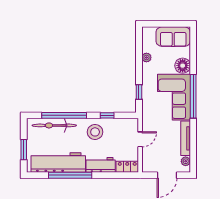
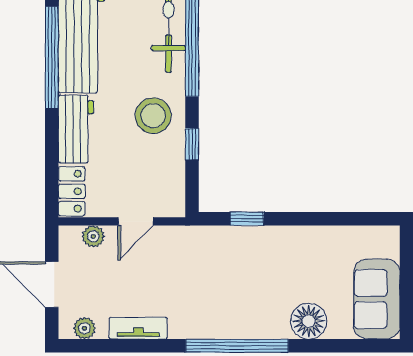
plant: (146, 58) -> (93, 236), moved
corner sofa: (174, 97) -> (235, 301), removed
tv unit: (186, 138) -> (138, 328), width x0.71
door: (140, 139) -> (136, 221), hinge flipped

